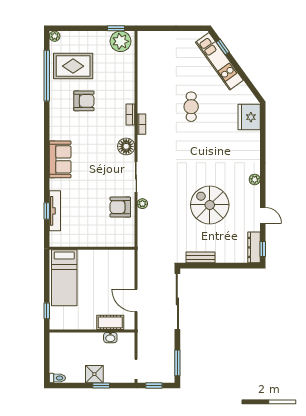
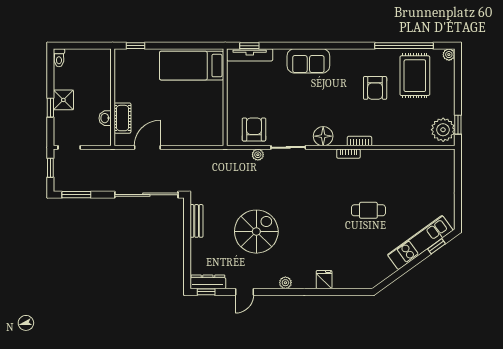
fridge: (249, 117) -> (324, 280), moved, width x0.53, depth x0.75
wall: (92, 248) -> (225, 97), moved
bed: (64, 278) -> (192, 66), moved

